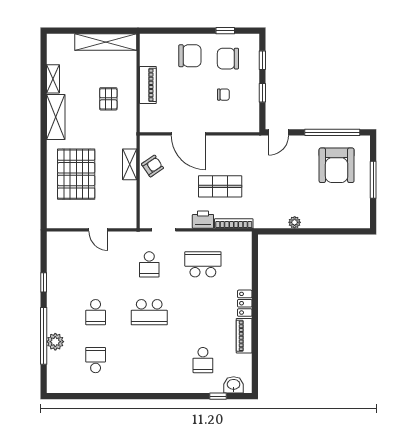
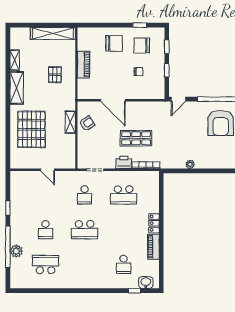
school desk: (203, 264) -> (124, 195), turned 180
school desk: (96, 360) -> (46, 264), width x1.85

